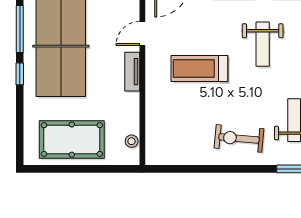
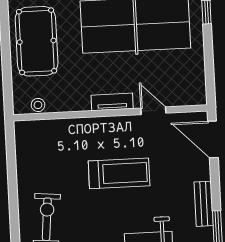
treadmill: (199, 69) -> (119, 173), turned 90

